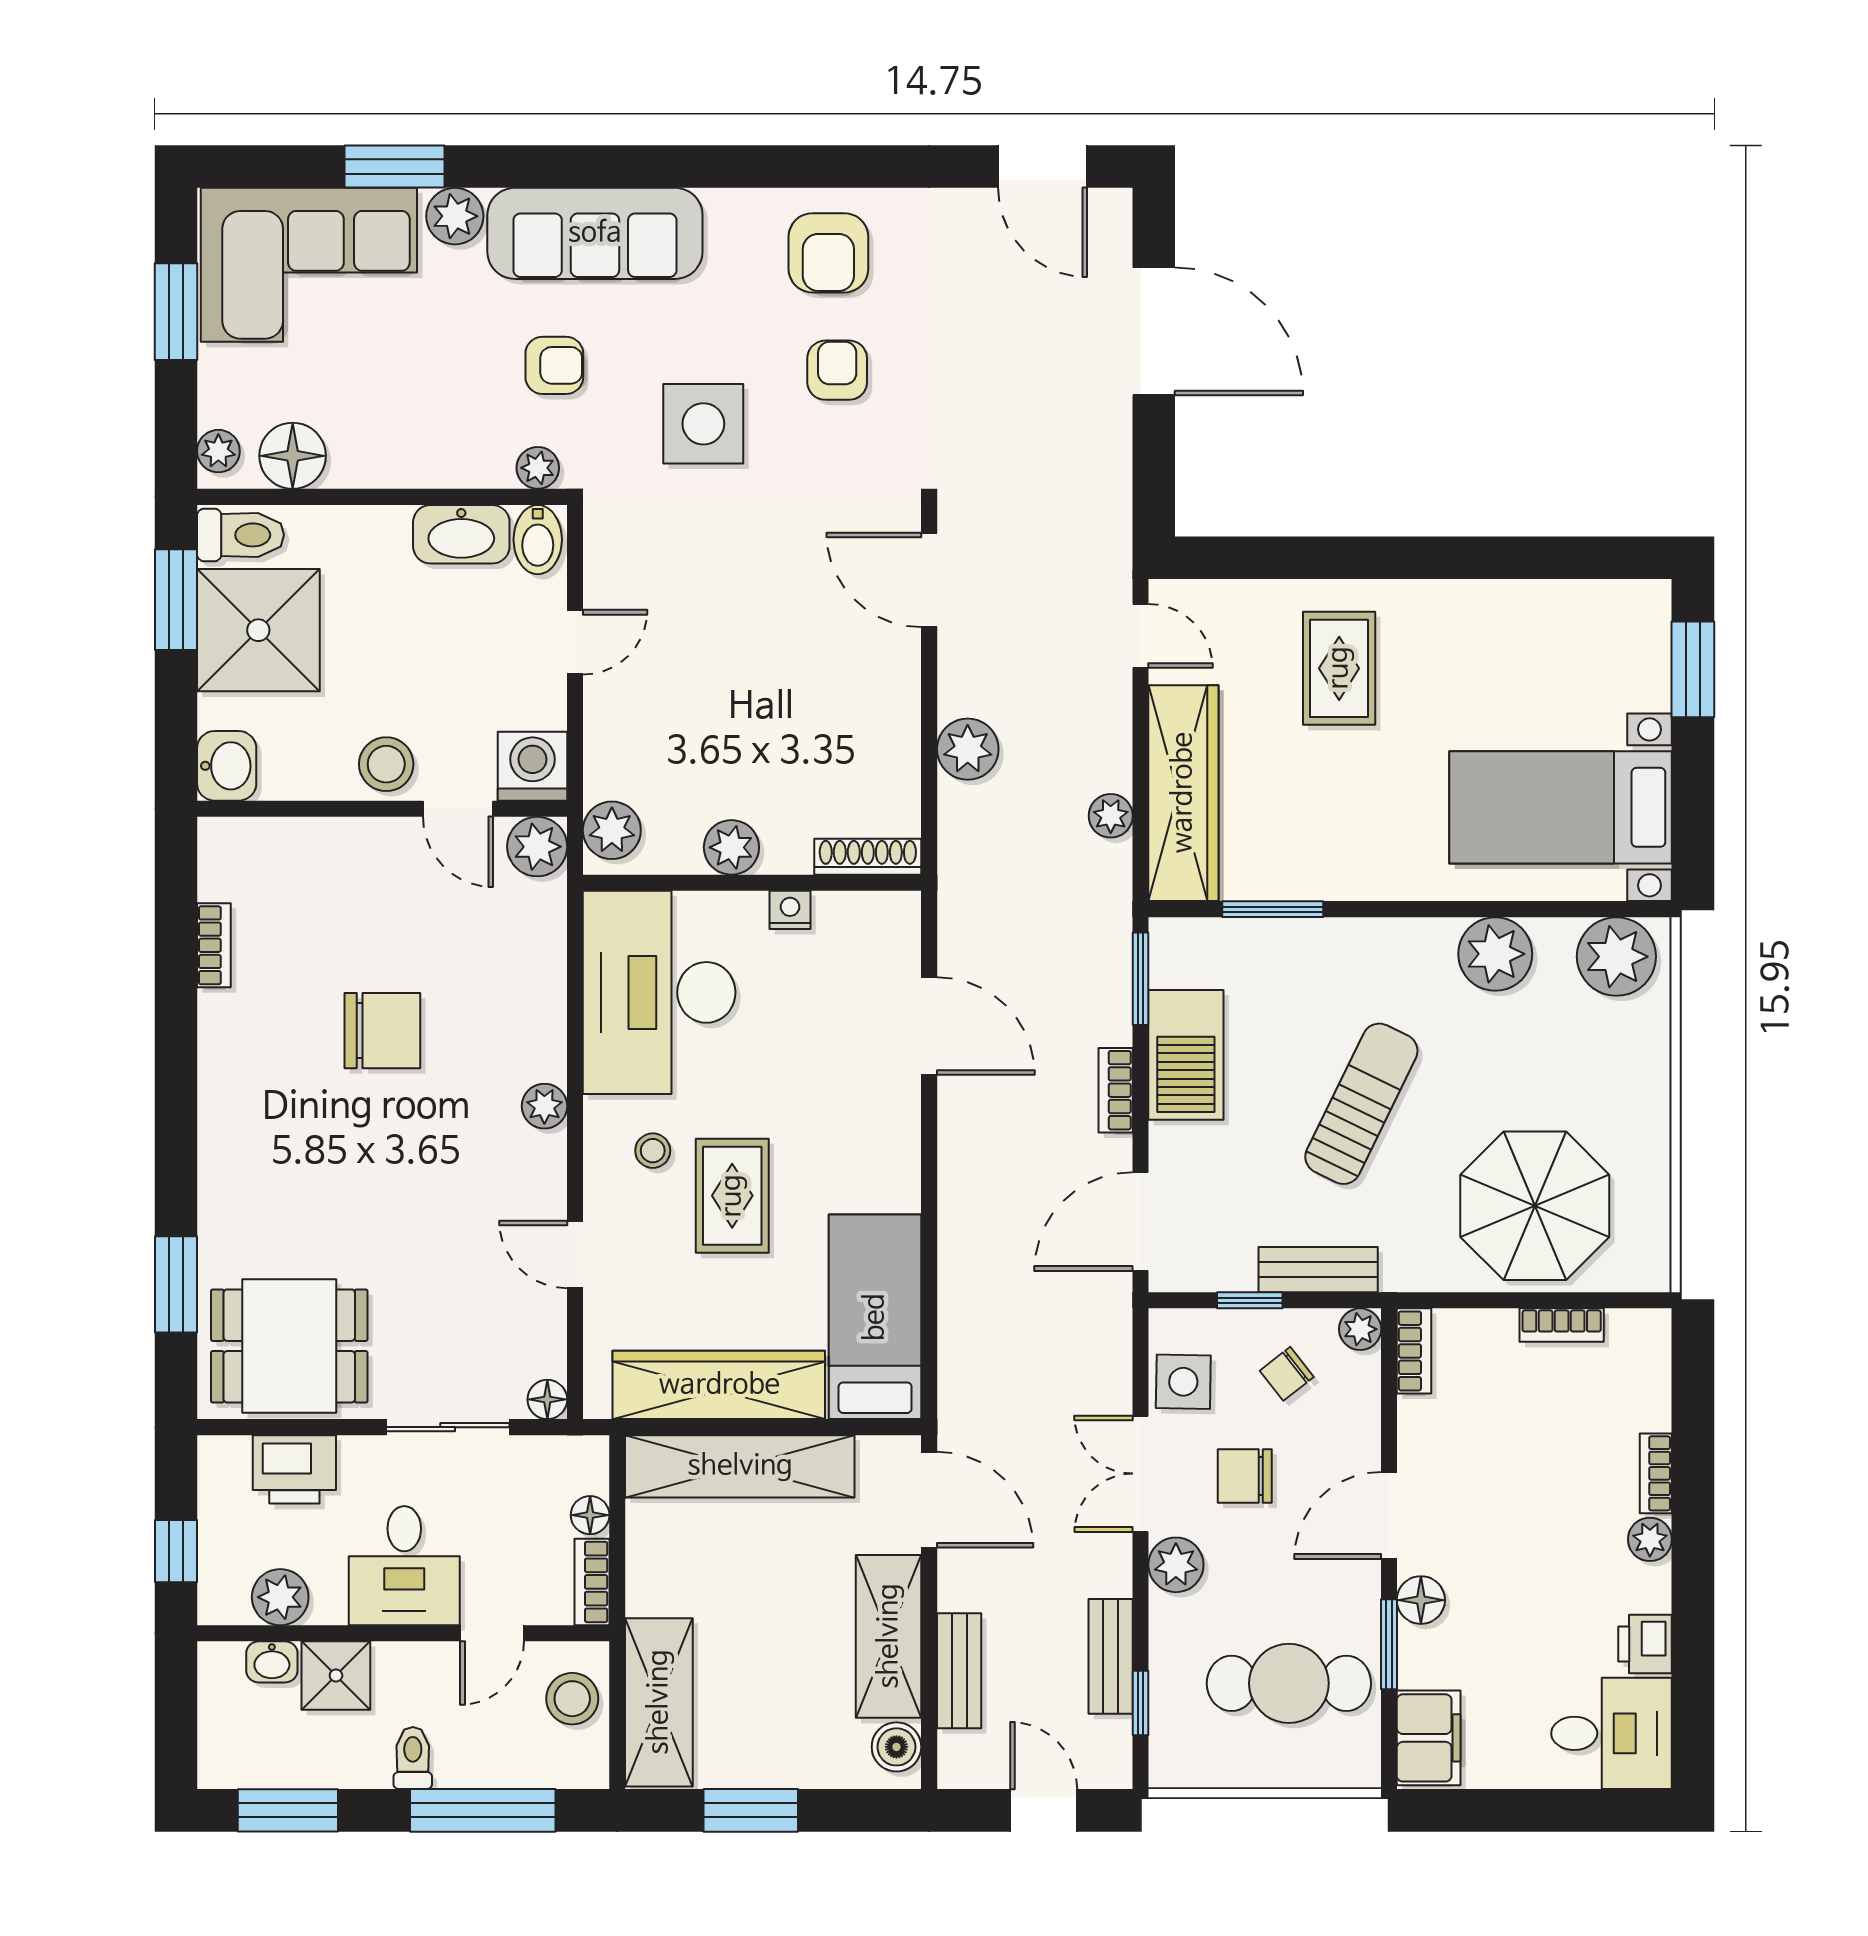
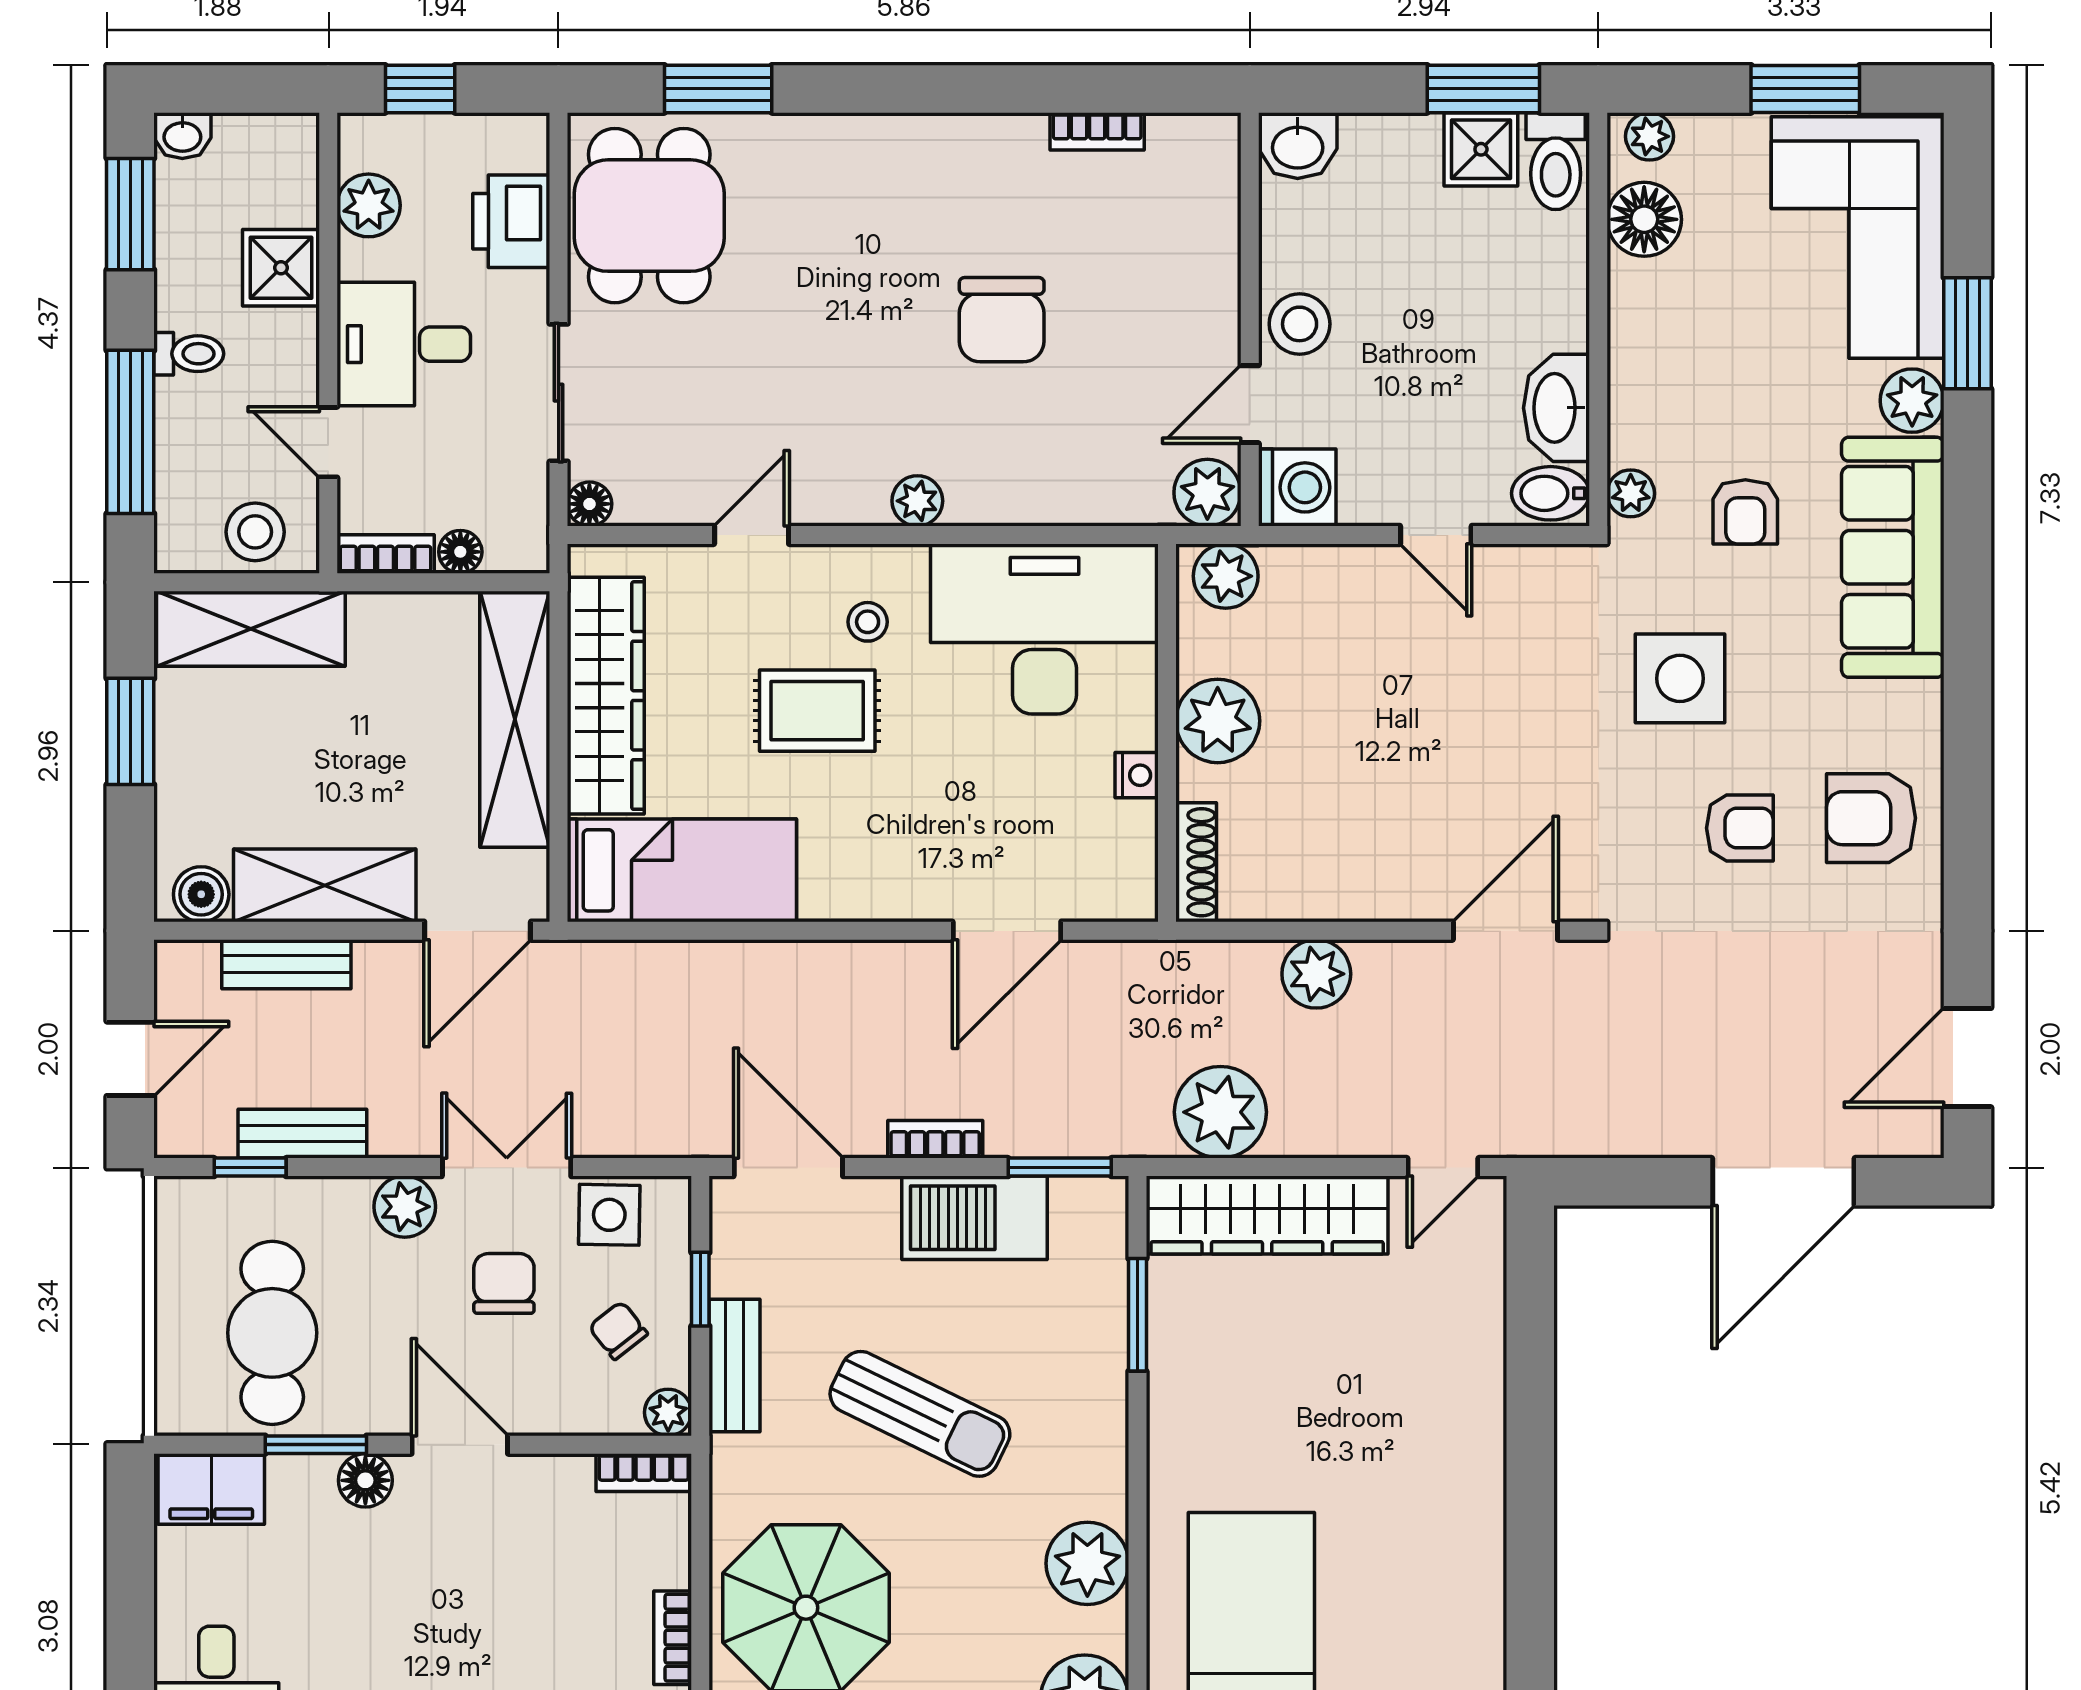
shower: (258, 630) -> (1481, 149), width x0.54, depth x0.54
rug: (1339, 668) -> (1407, 1389), removed
plant: (1111, 816) -> (1220, 1112), width x1.87, depth x1.87
plant: (731, 847) -> (1218, 721), width x1.36, depth x1.36
washbasin: (272, 1662) -> (182, 136), moved, turned -90

